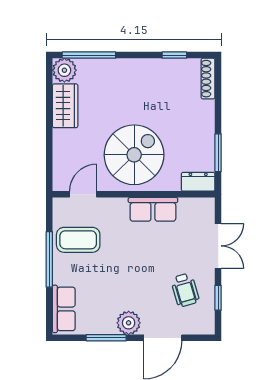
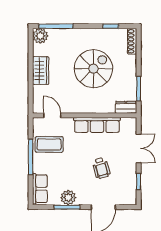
wardrobe: (65, 106) -> (41, 71), moved
spiral stairs: (134, 155) -> (93, 69), moved
door: (83, 194) -> (52, 115), hinge flipped
row of seats: (153, 209) -> (97, 125), width x1.48
wheelchair: (185, 290) -> (101, 168), moved
plant: (129, 323) -> (68, 198), moved

